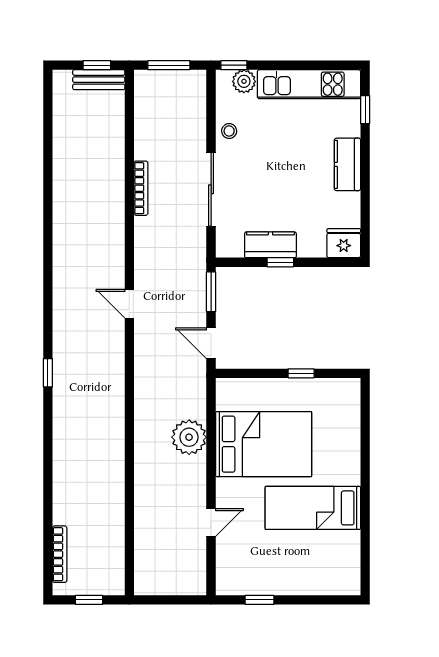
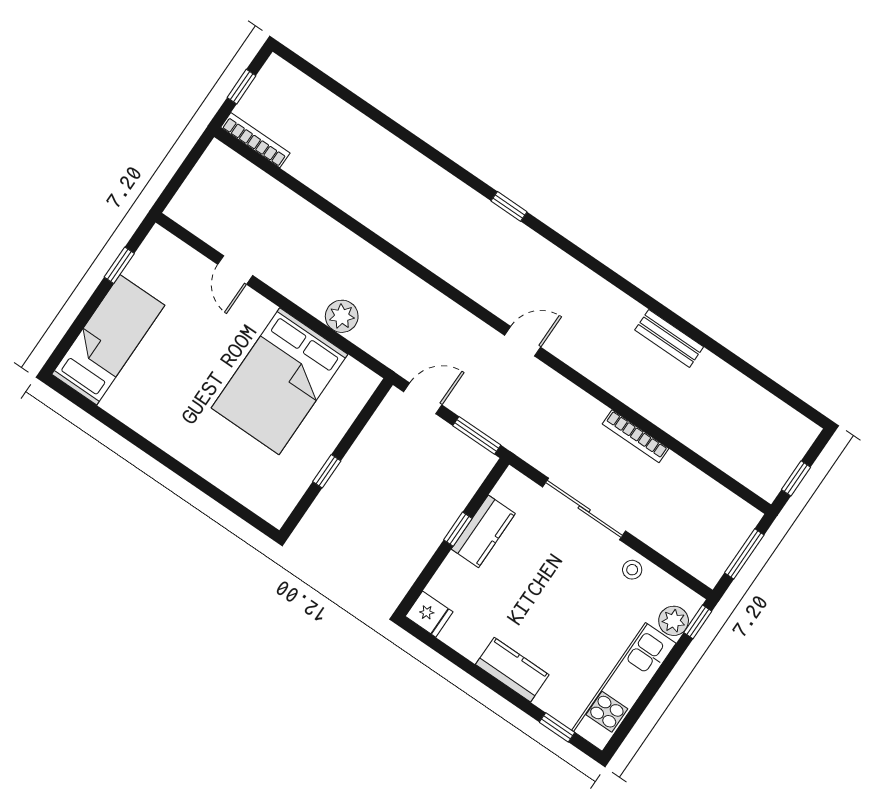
bench: (99, 80) -> (669, 338), moved, turned 90
fridge: (344, 243) -> (429, 614), width x0.72
plant: (189, 437) -> (342, 316), width x0.73, depth x0.73
bed: (313, 508) -> (108, 340), moved
bookcase: (60, 554) -> (255, 140), moved, turned 180

